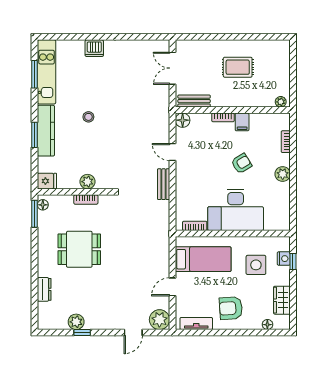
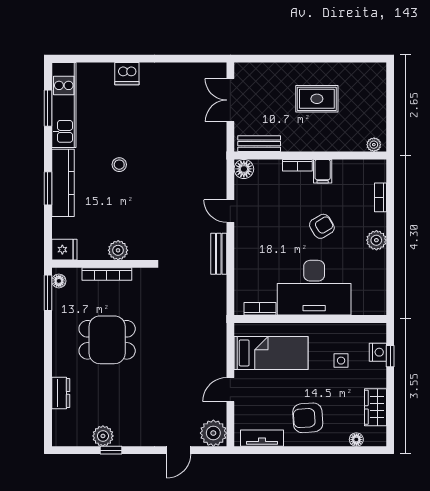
bookcase: (86, 200) -> (107, 274), width x1.56
side table: (256, 265) -> (341, 361), width x0.54, depth x0.54

